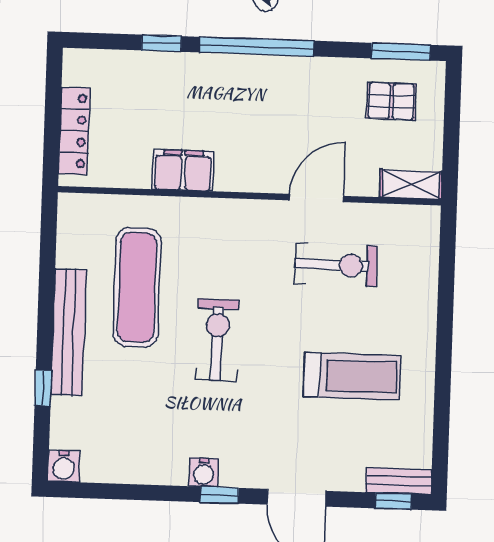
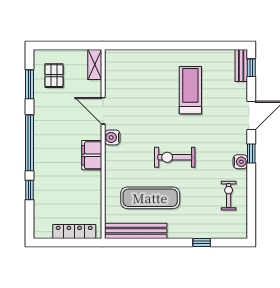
window: (401, 52) -> (29, 84), moved
filing cabinet: (183, 170) -> (92, 155), moved
exercise bike: (336, 265) -> (229, 196), moved, width x0.73, depth x0.72
bench: (69, 332) -> (136, 231), moved
water cooler: (64, 466) -> (112, 137), moved, turned 180

